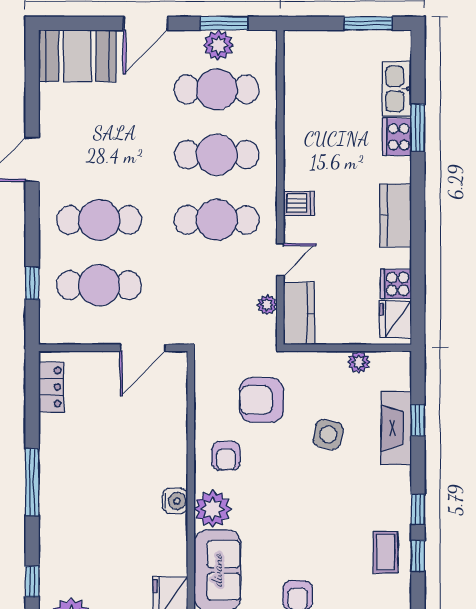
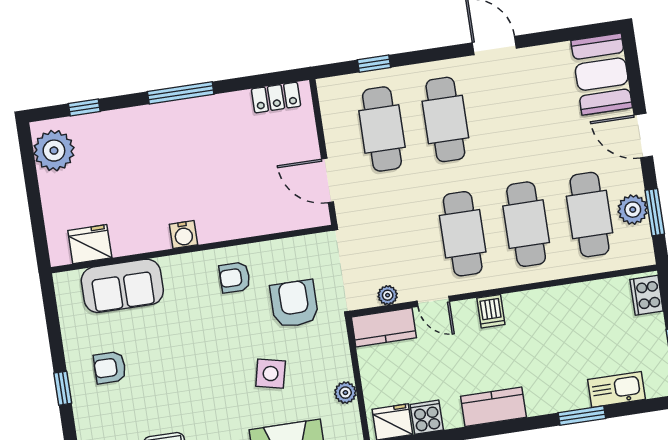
cooker: (397, 137) -> (647, 295), moved, turned -90
plant: (213, 509) -> (181, 272), removed

